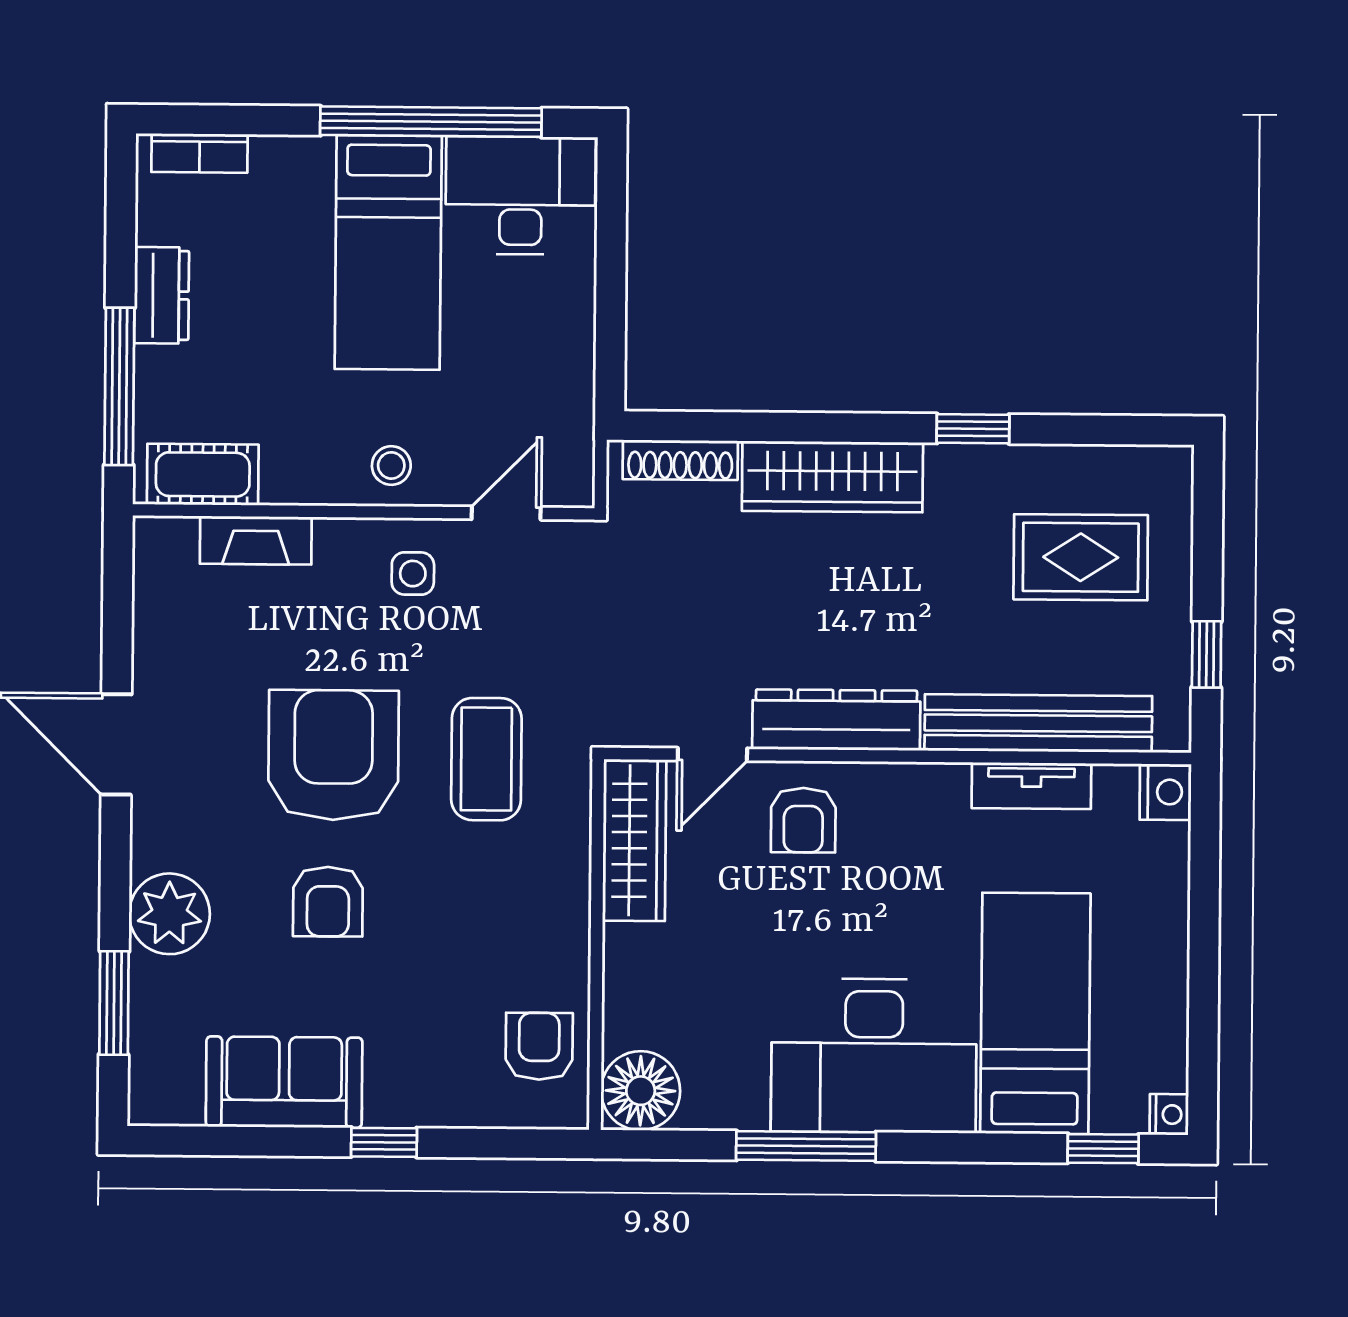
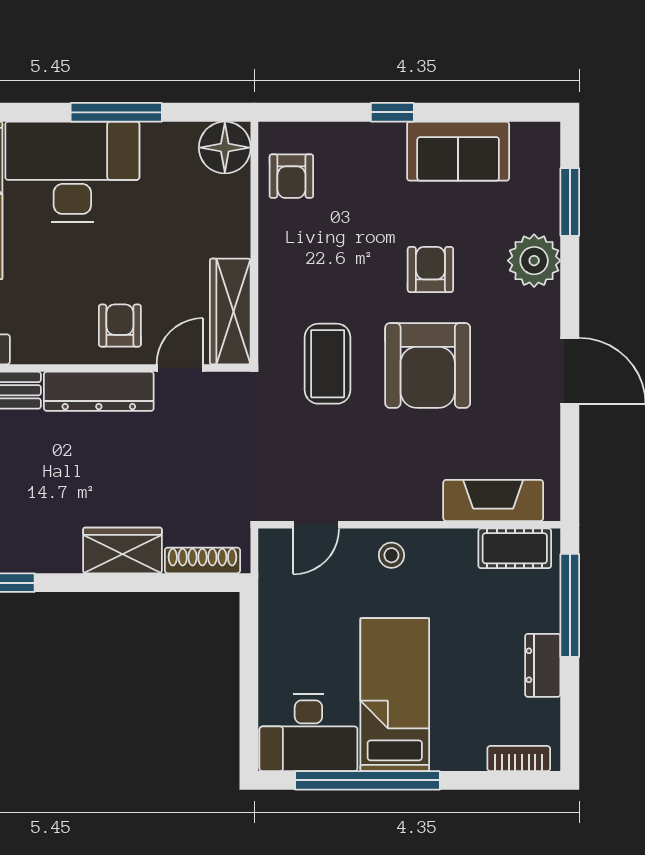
wardrobe: (832, 477) -> (122, 550), width x0.67
fireplace: (256, 540) -> (493, 500), width x1.37, depth x1.32
side table: (413, 574) -> (377, 485), removed

